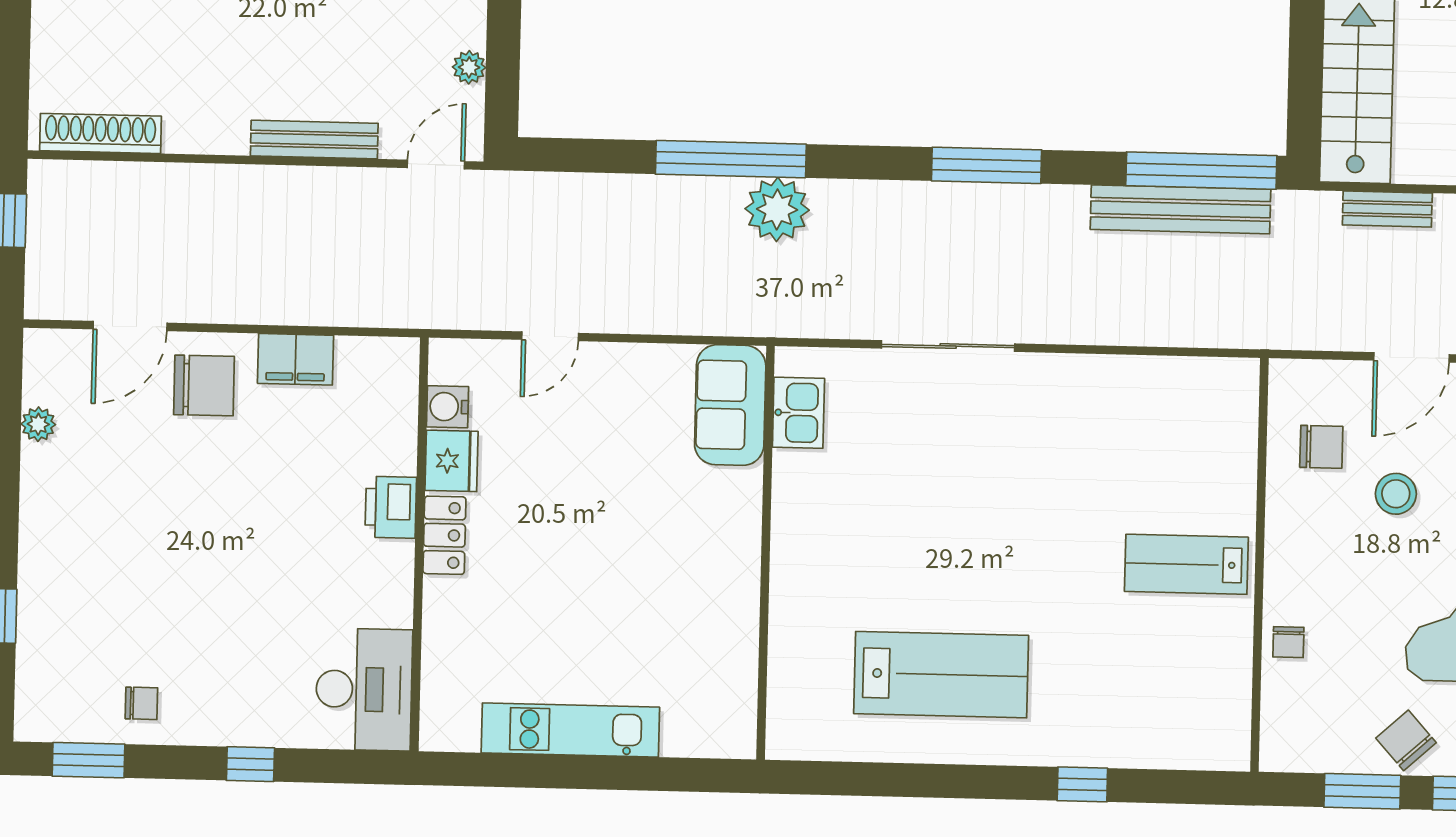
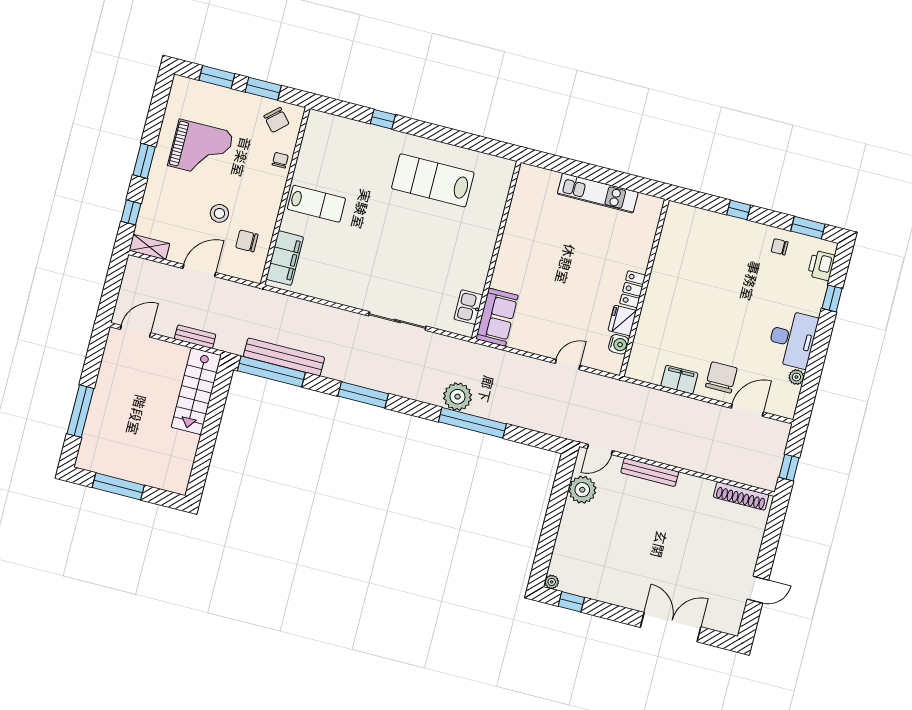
plant: (469, 67) -> (582, 490), width x1.87, depth x1.87
chair: (204, 386) -> (721, 377), turned 90
filing cabinet: (1229, 428) -> (285, 258), added
printer: (391, 507) -> (821, 265), moved, turned 180
desk: (364, 689) -> (792, 339), moved, turned 180
chair: (1406, 740) -> (276, 120), moved

